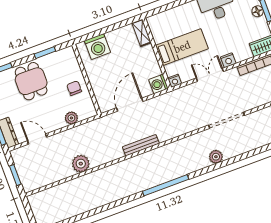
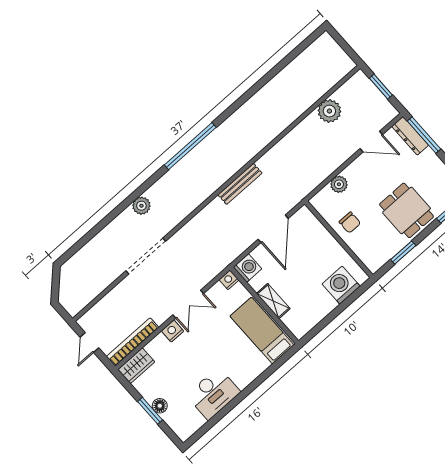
shelving: (142, 33) -> (273, 301), moved
bed: (182, 47) -> (262, 331), moved, turned 90
plant: (81, 164) -> (329, 111), moved

